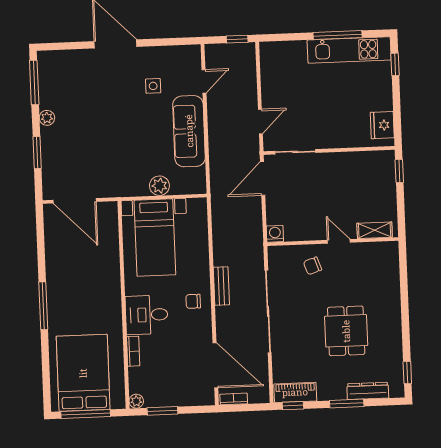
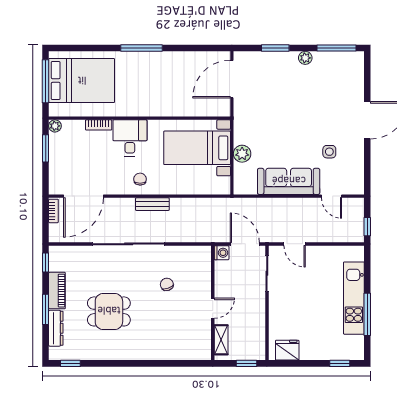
kitchen unit: (349, 50) -> (354, 298), moved
shelving: (375, 230) -> (221, 340), moved
washing machine: (275, 234) -> (222, 253), moved
door: (339, 241) -> (213, 308), moved
wall: (333, 242) -> (213, 303), moved
piano: (295, 392) -> (57, 291), moved

